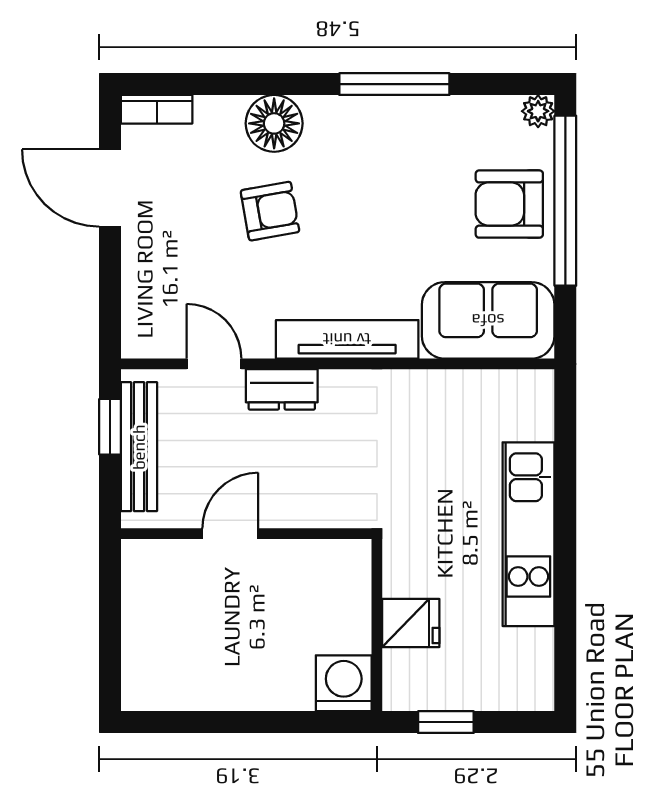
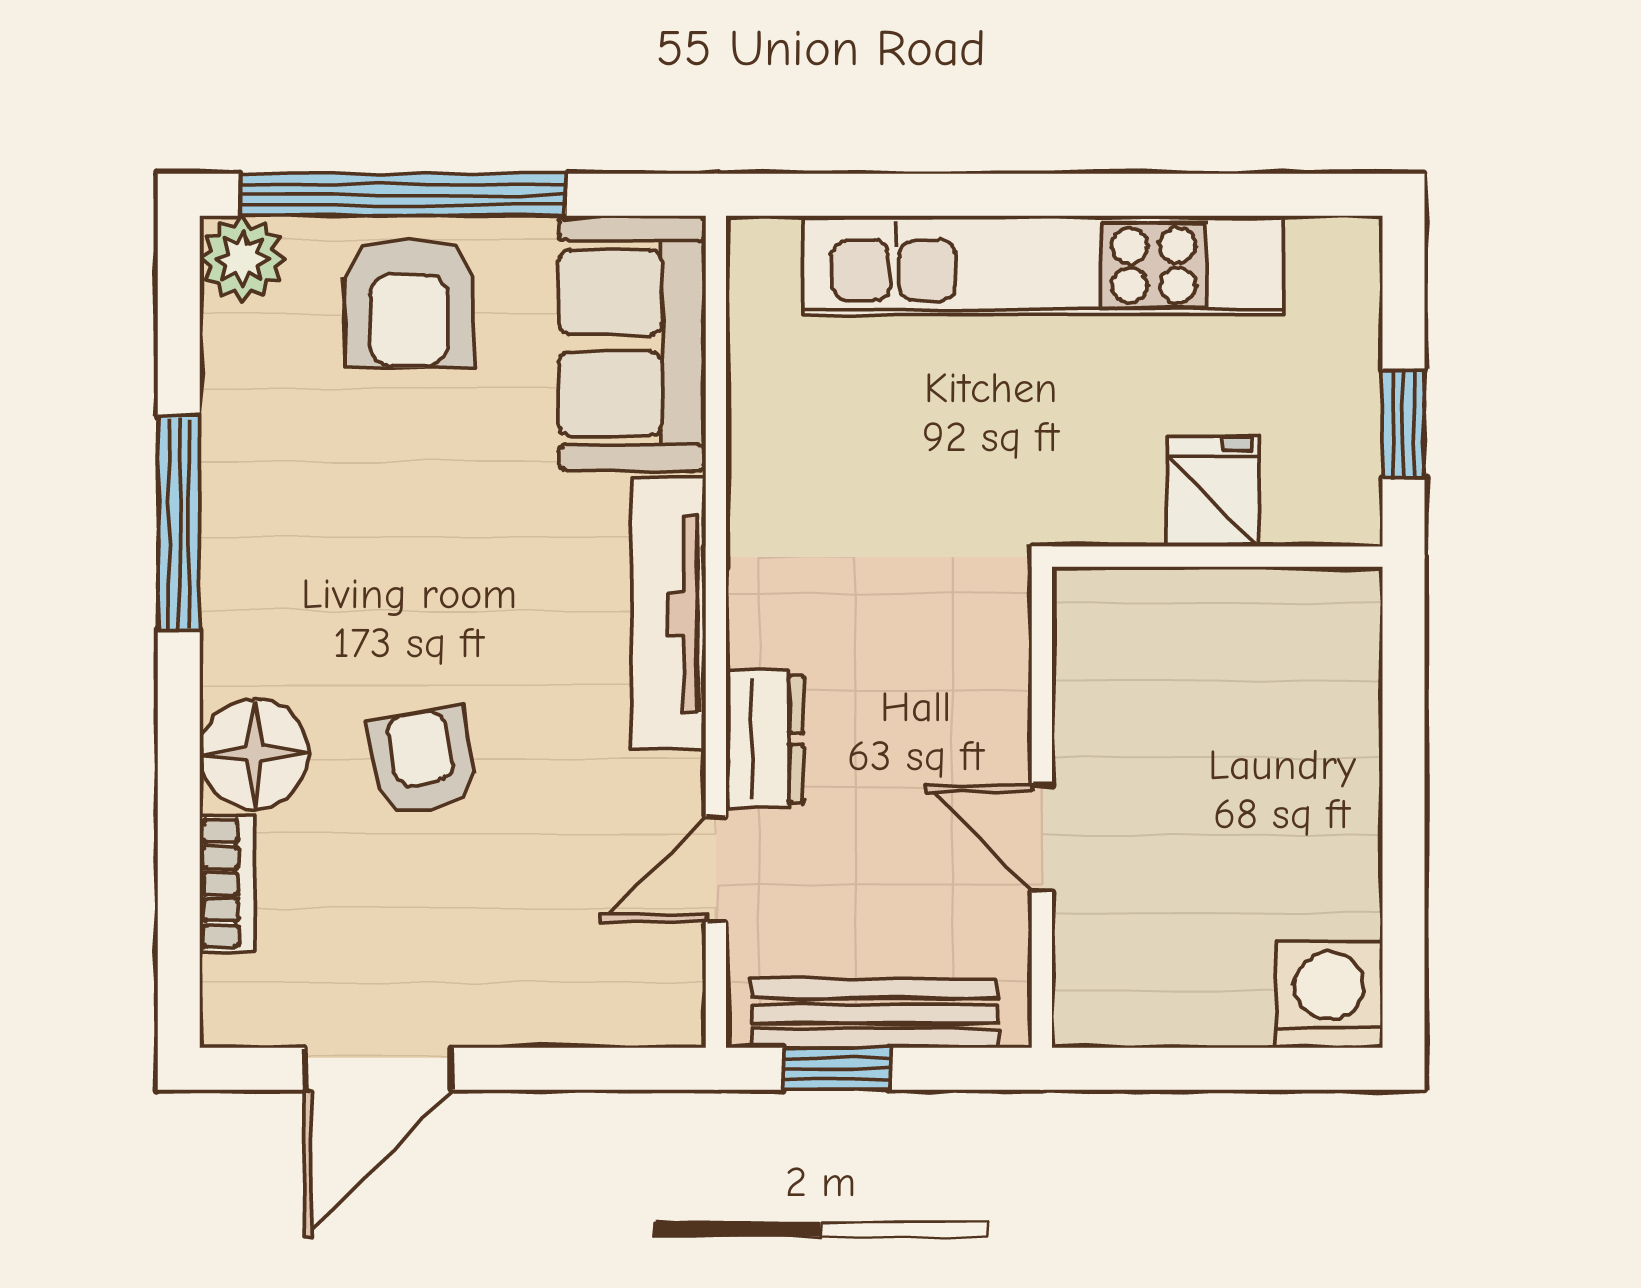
bookcase: (157, 109) -> (227, 884), moved
plant: (538, 111) -> (242, 259), width x1.38, depth x1.38
kitchen unit: (528, 534) -> (1043, 265), width x1.36
washing machine: (344, 683) -> (1329, 994), moved, turned 90

